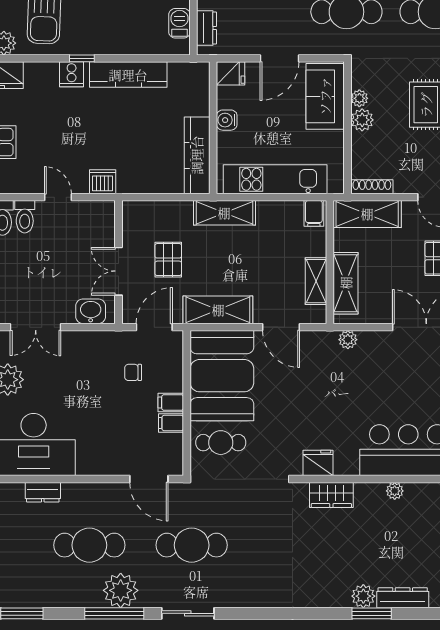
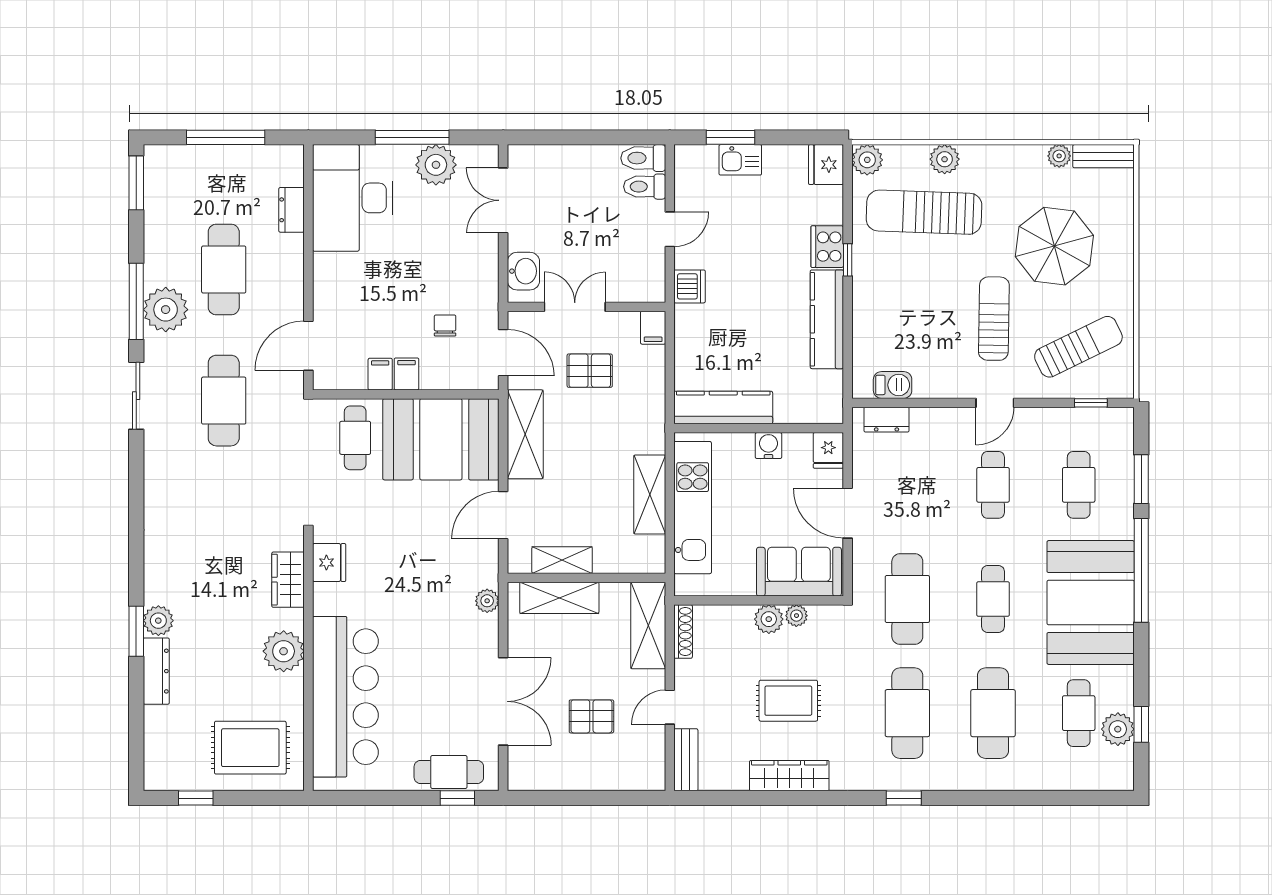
cooker: (72, 74) -> (827, 247), width x1.36
shelving: (224, 213) -> (650, 495), moved
filing cabinet: (314, 213) -> (653, 328), moved, turned -90
plant: (395, 491) -> (284, 651), width x1.87, depth x1.87

